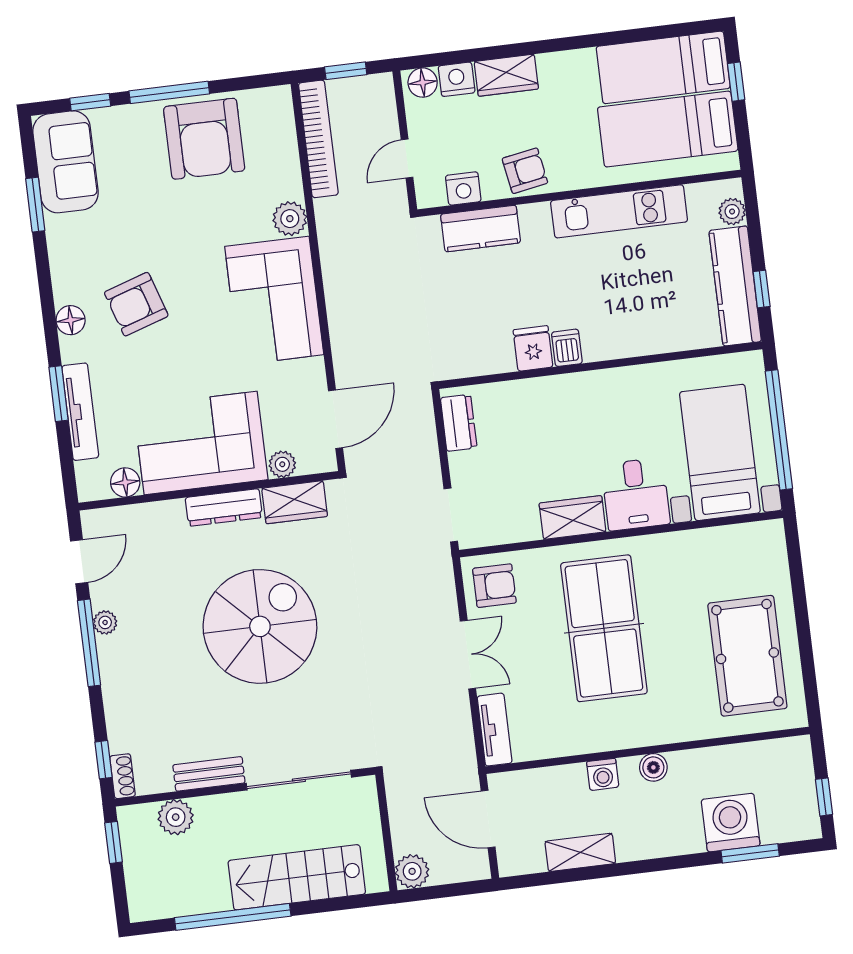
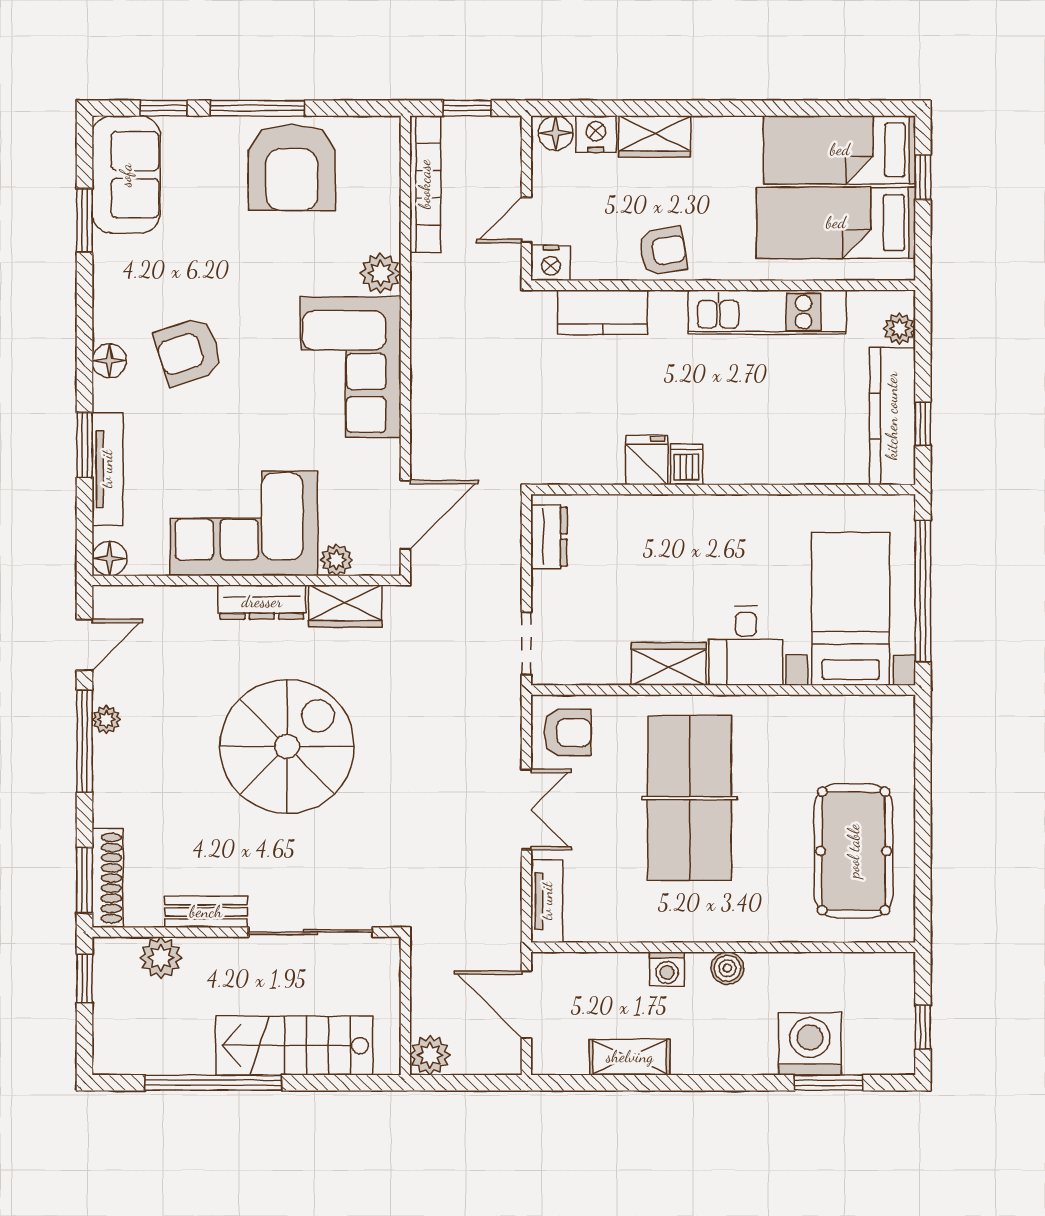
nightstand: (463, 188) -> (551, 263), moved
floor lamp: (125, 482) -> (109, 559), moved
window: (103, 760) -> (85, 880), width x1.50
shoe rack: (123, 776) -> (107, 878), width x1.94, depth x1.24

